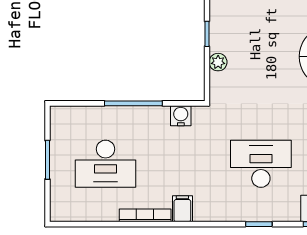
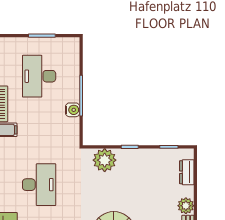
plant: (218, 62) -> (105, 160), width x1.88, depth x1.88
water cooler: (181, 116) -> (73, 110), moved

